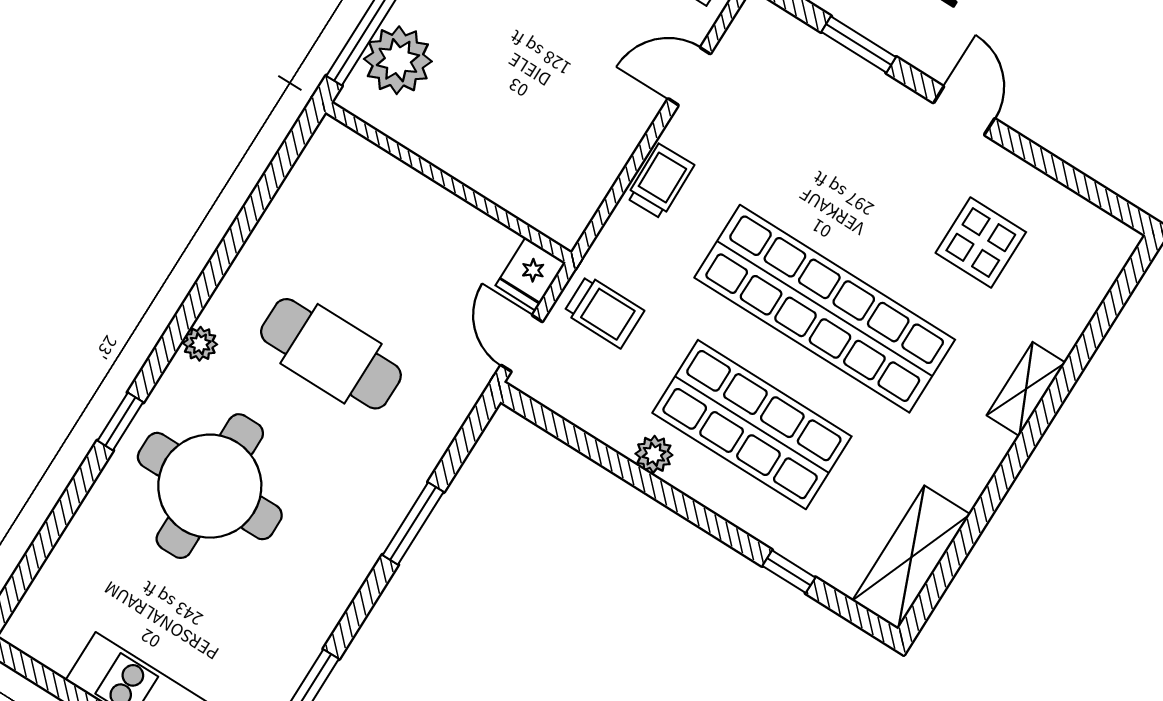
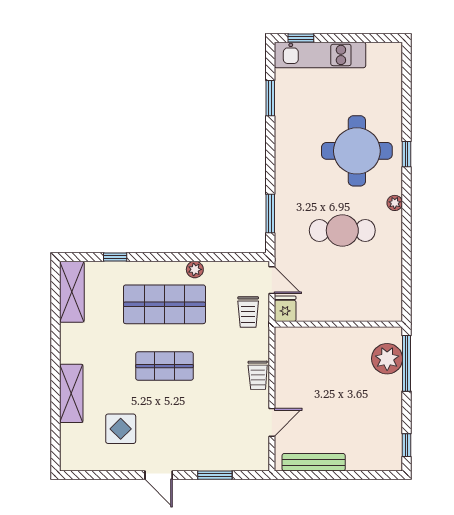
shop shelf: (825, 309) -> (164, 366), width x0.50, depth x0.74
trolley: (604, 312) -> (248, 312), turned -90
shelving: (1026, 389) -> (71, 393), width x1.50, depth x1.33
window: (413, 523) -> (270, 213), moved

